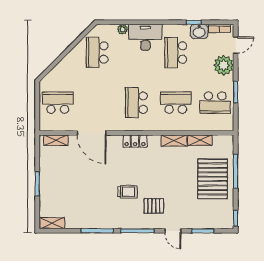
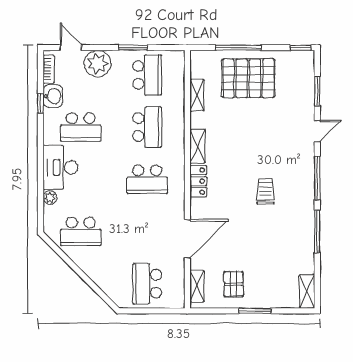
school desk: (176, 103) -> (147, 127), turned 180
shelving: (174, 141) -> (197, 146), moved
pallet: (154, 206) -> (234, 284), moved

